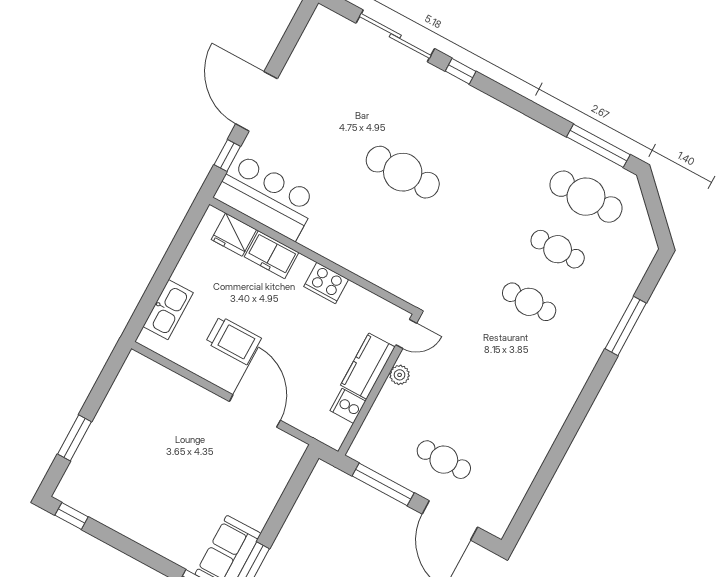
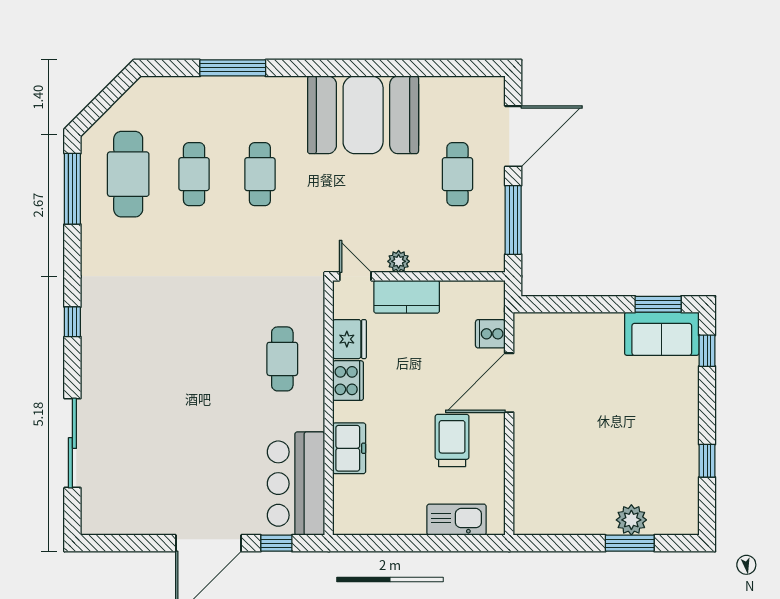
window: (461, 71) -> (72, 322), moved
cafe table: (403, 172) -> (282, 359), moved, width x0.73, depth x0.74
fridge: (234, 235) -> (349, 339), moved
cooker: (348, 406) -> (490, 334), moved, turned 90
booth: (532, 410) -> (363, 115), added
plant: (92, 449) -> (631, 520), added
window: (72, 516) -> (707, 461), moved

